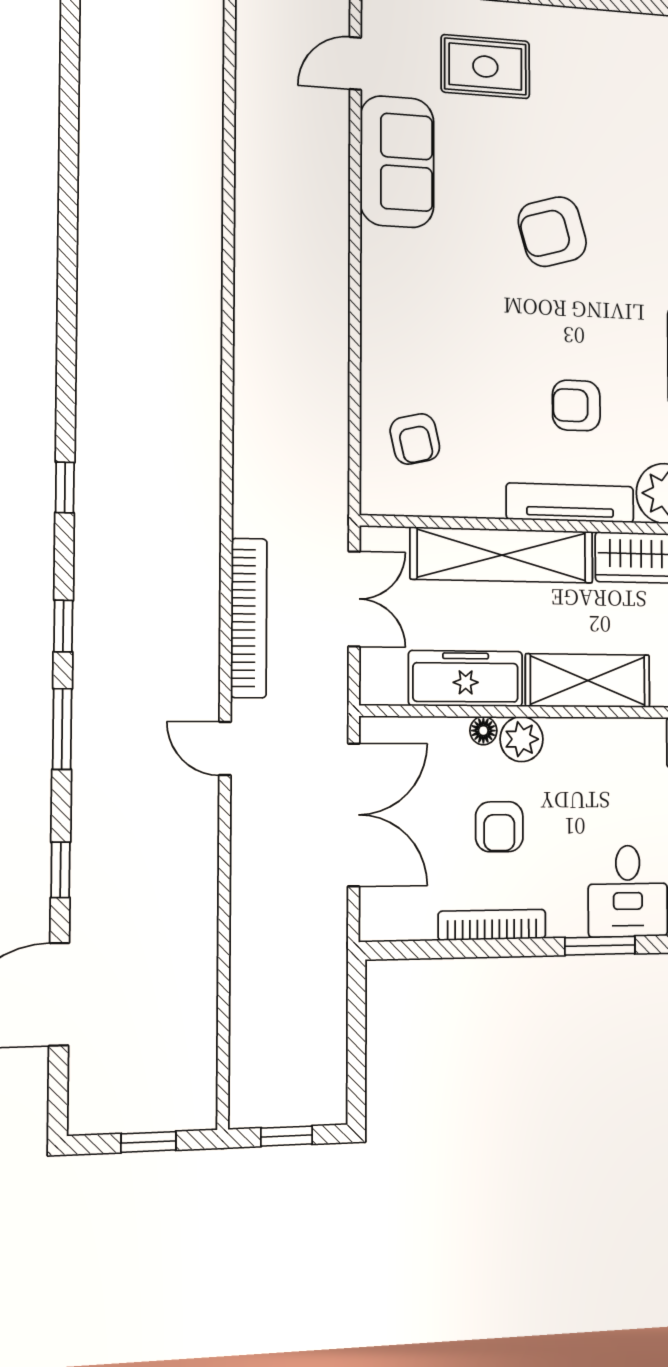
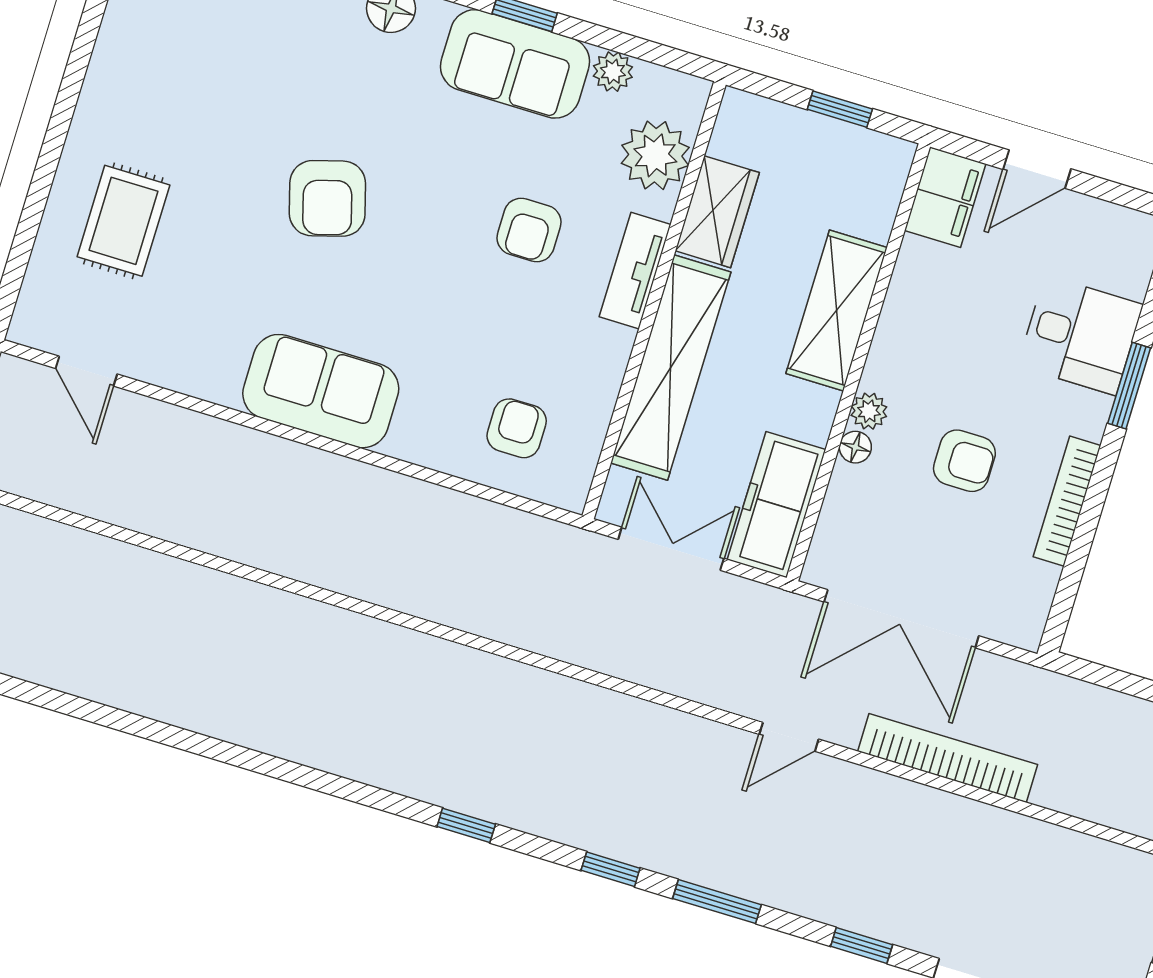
sofa: (397, 162) -> (321, 391), moved
armchair: (415, 439) -> (517, 428), turned -77
tv unit: (570, 503) -> (635, 271), width x0.71
bookcase: (249, 618) -> (948, 758), moved
freezer: (466, 679) -> (776, 505), moved
plant: (522, 739) -> (869, 411), width x0.73, depth x0.73
double door: (354, 815) -> (901, 619), swing flipped

